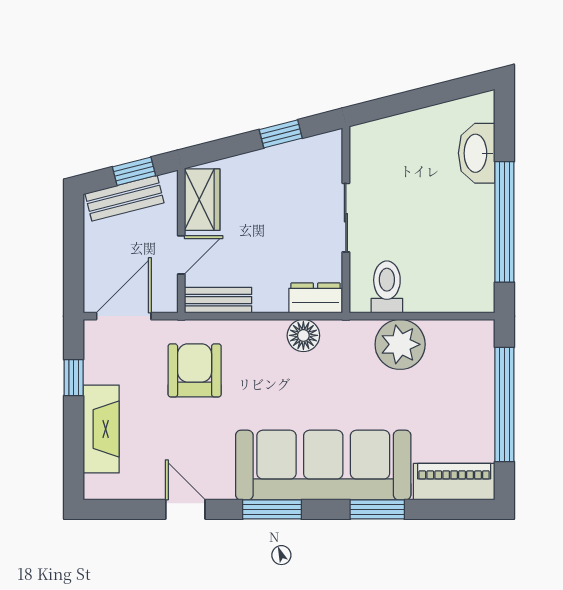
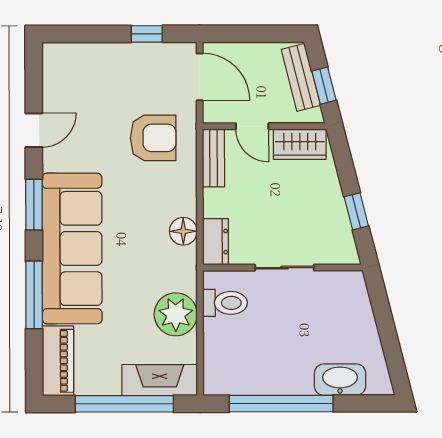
fireplace: (101, 429) -> (160, 380), moved, turned 180
window: (377, 509) -> (34, 295), width x1.44

